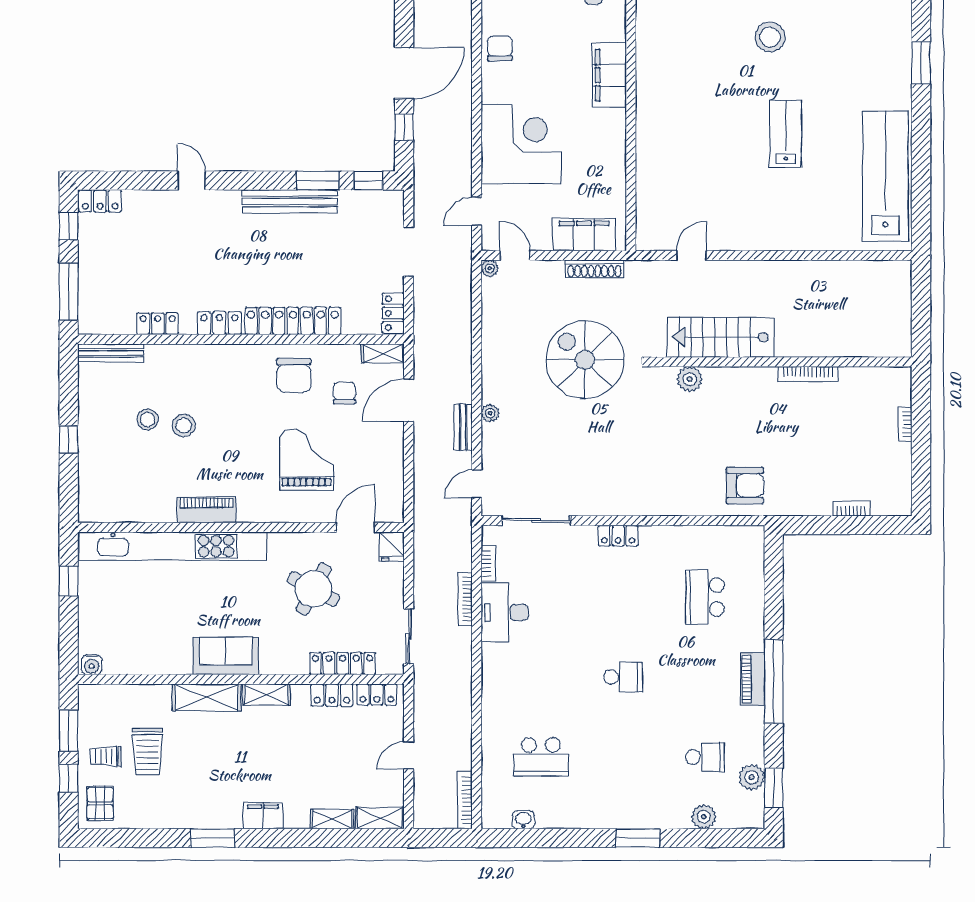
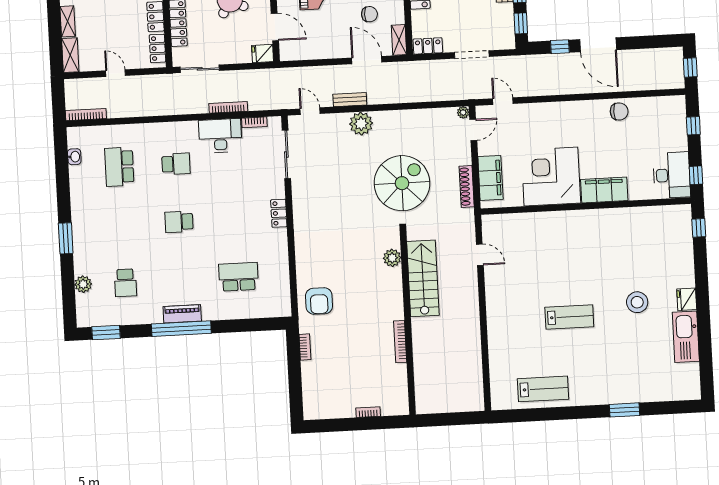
corner desk: (521, 144) -> (551, 177), moved, turned 180
lab bench: (885, 176) -> (543, 389), width x0.54, depth x0.72
plant: (490, 413) -> (361, 124), width x1.87, depth x1.87
bookcase: (851, 509) -> (305, 347), moved
school desk: (541, 677) -> (176, 164), added
school desk: (623, 677) -> (179, 222), turned 90
plant: (752, 777) -> (113, 317), removed

